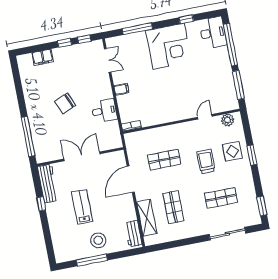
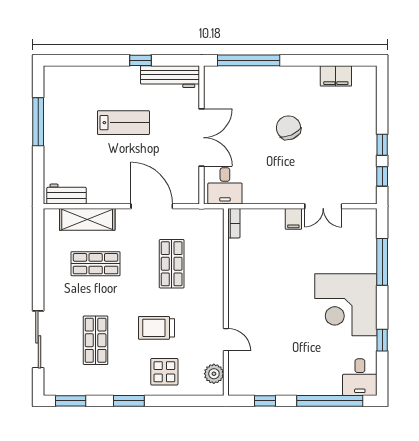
desk: (213, 33) -> (360, 377), width x0.73
filing cabinet: (43, 57) -> (336, 76), moved, turned -90
double door: (108, 60) -> (323, 206), moved
window: (238, 85) -> (265, 401), width x0.46
desk: (104, 111) -> (225, 186), moved
window: (252, 155) -> (129, 401), moved
trolley: (206, 161) -> (156, 328), turned 180
stool: (98, 240) -> (67, 138), removed

